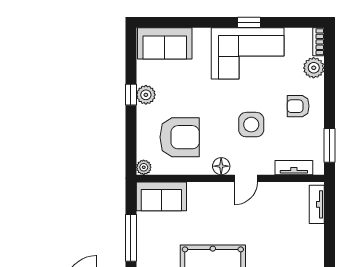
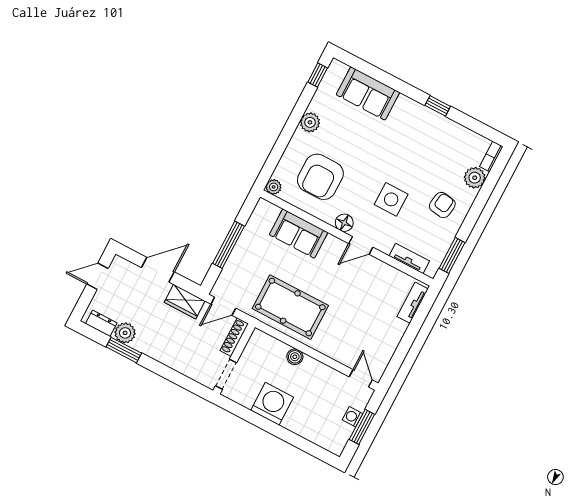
sofa: (165, 43) -> (368, 93), moved
corner sofa: (248, 53) -> (422, 133), removed
window: (131, 95) -> (318, 75), moved
armchair: (298, 106) -> (442, 205), turned 99
armchair: (180, 137) -> (320, 177), turned 90
sofa: (161, 196) -> (299, 234), moved

